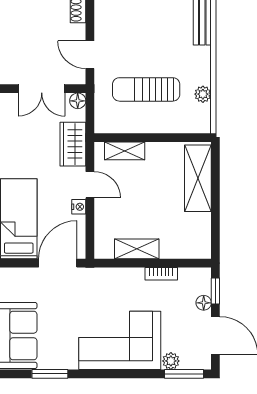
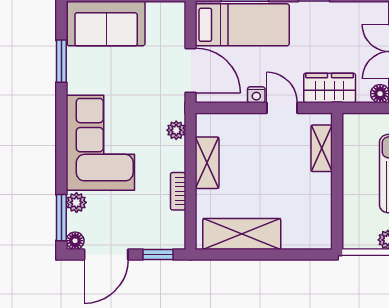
shelving: (198, 178) -> (242, 234), moved
door: (90, 185) -> (282, 108), swing flipped
plant: (109, 275) -> (176, 130), added
floor lamp: (204, 303) -> (75, 241), moved

